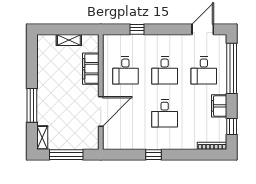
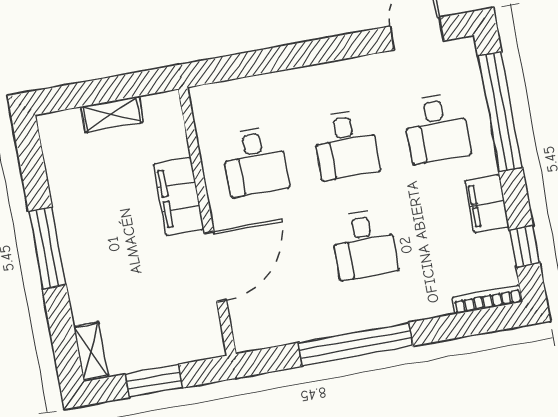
window: (137, 29) -> (265, 61), removed
filing cabinet: (91, 69) -> (179, 196), moved
window: (32, 105) -> (47, 248), moved
window: (66, 155) -> (154, 381), width x0.69
window: (153, 155) -> (356, 344), width x3.17

